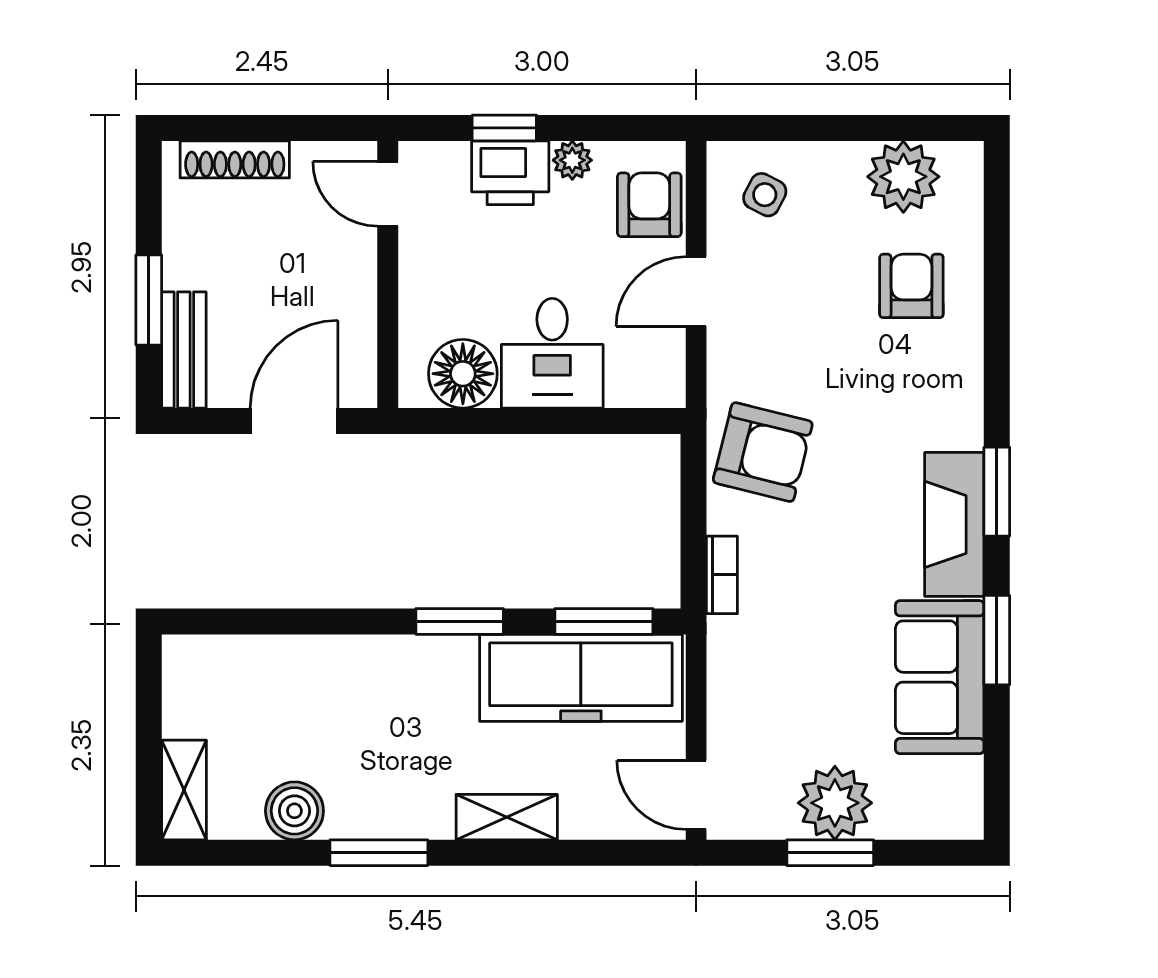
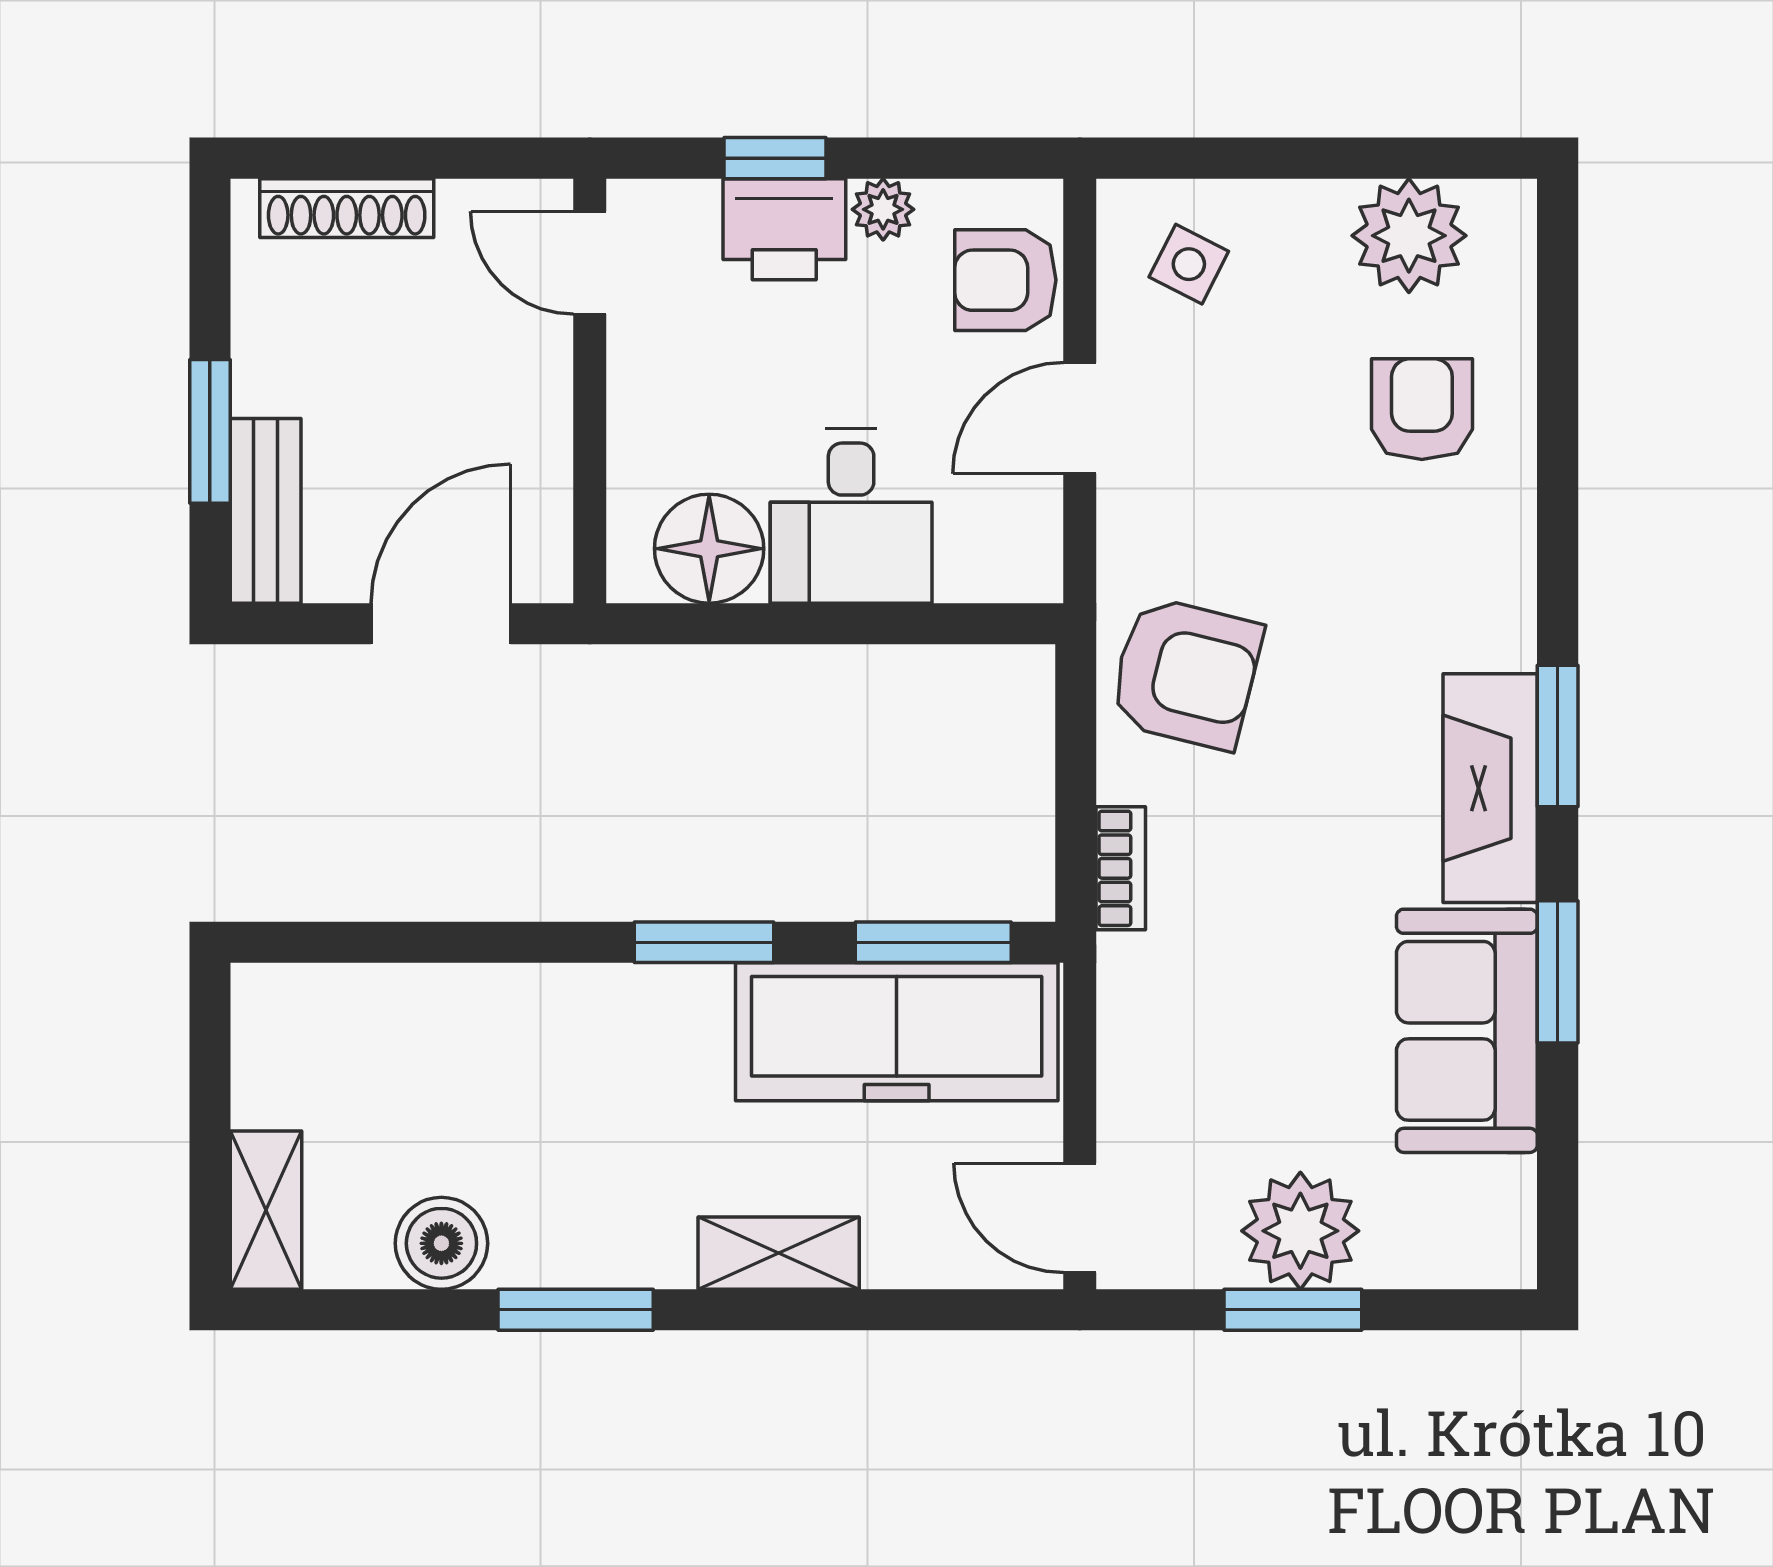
armchair: (649, 205) -> (1005, 280), turned -90

